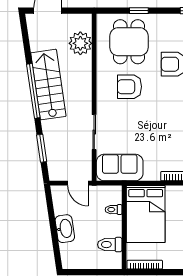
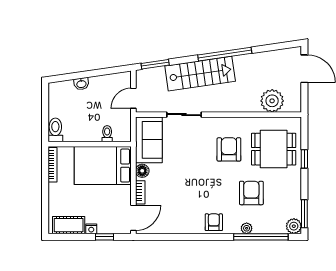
stairs: (48, 85) -> (200, 74), moved
window: (42, 148) -> (155, 64), moved
floor lamp: (151, 174) -> (142, 171), added
washbasin: (65, 229) -> (81, 84), width x0.52, depth x0.69
toilet: (110, 245) -> (55, 130), moved

